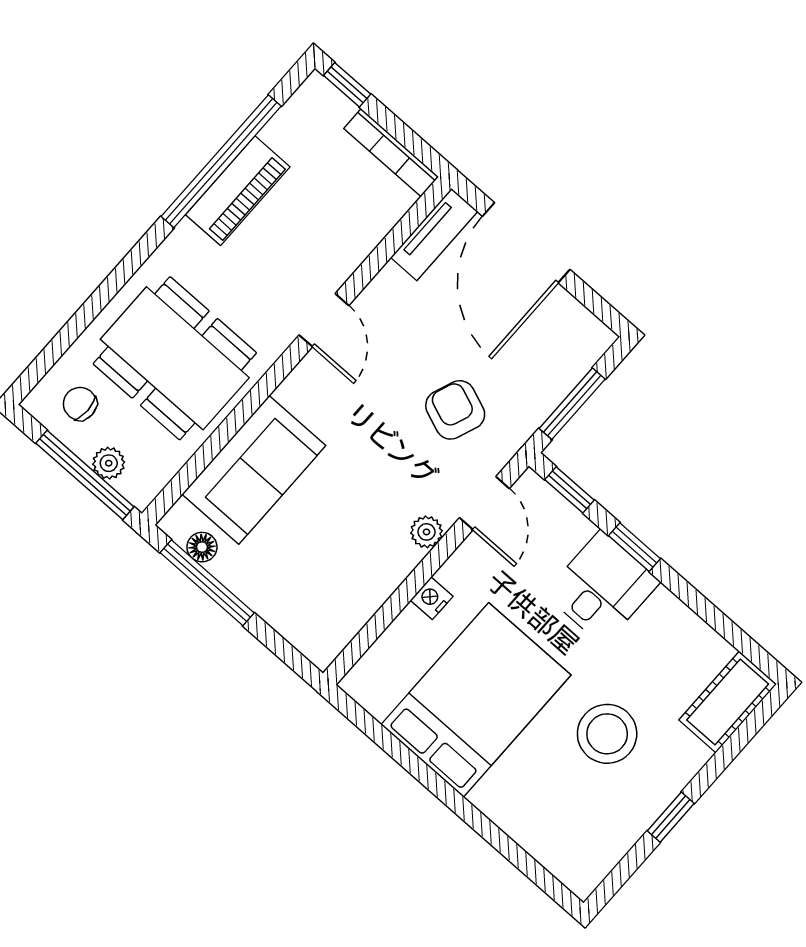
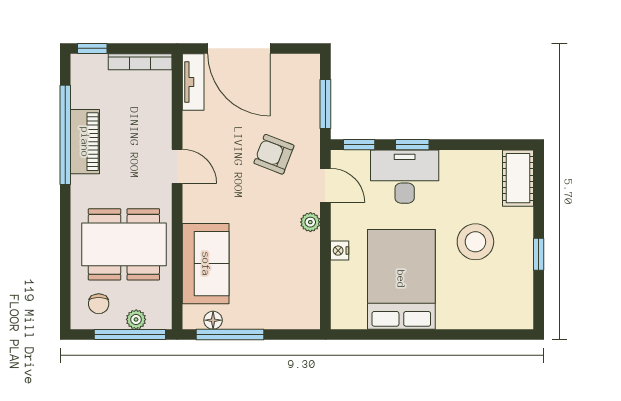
chair: (80, 404) -> (99, 304), turned -90
desk: (602, 588) -> (405, 177), width x1.37

